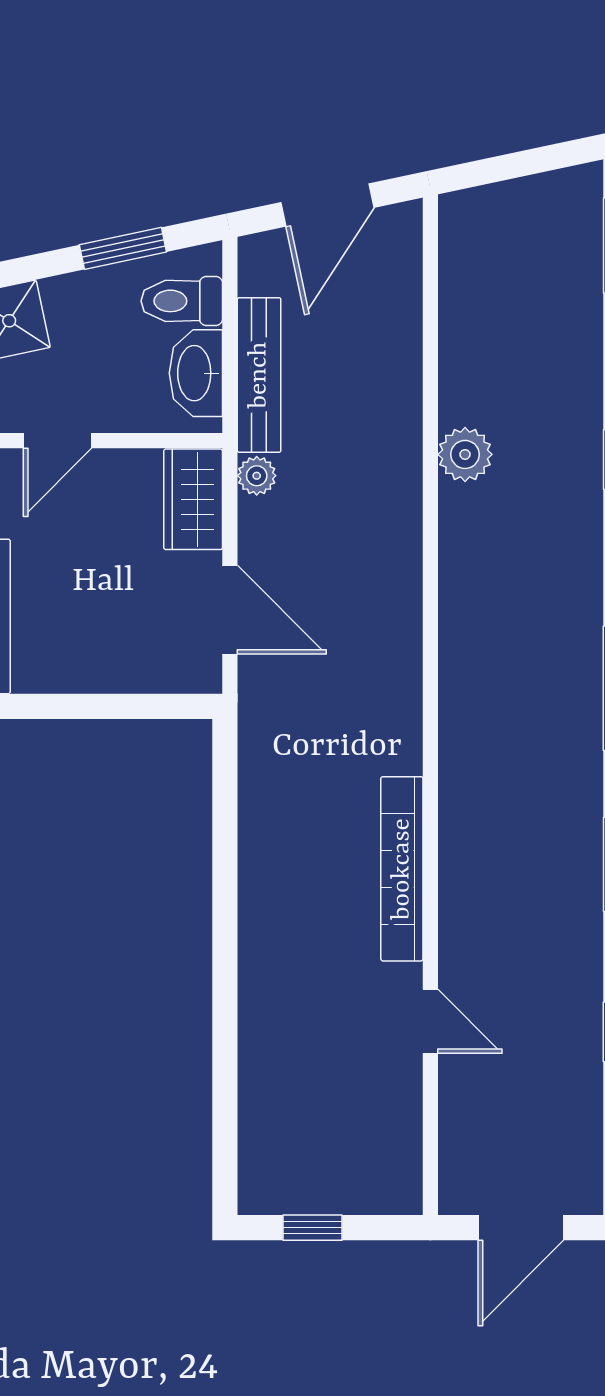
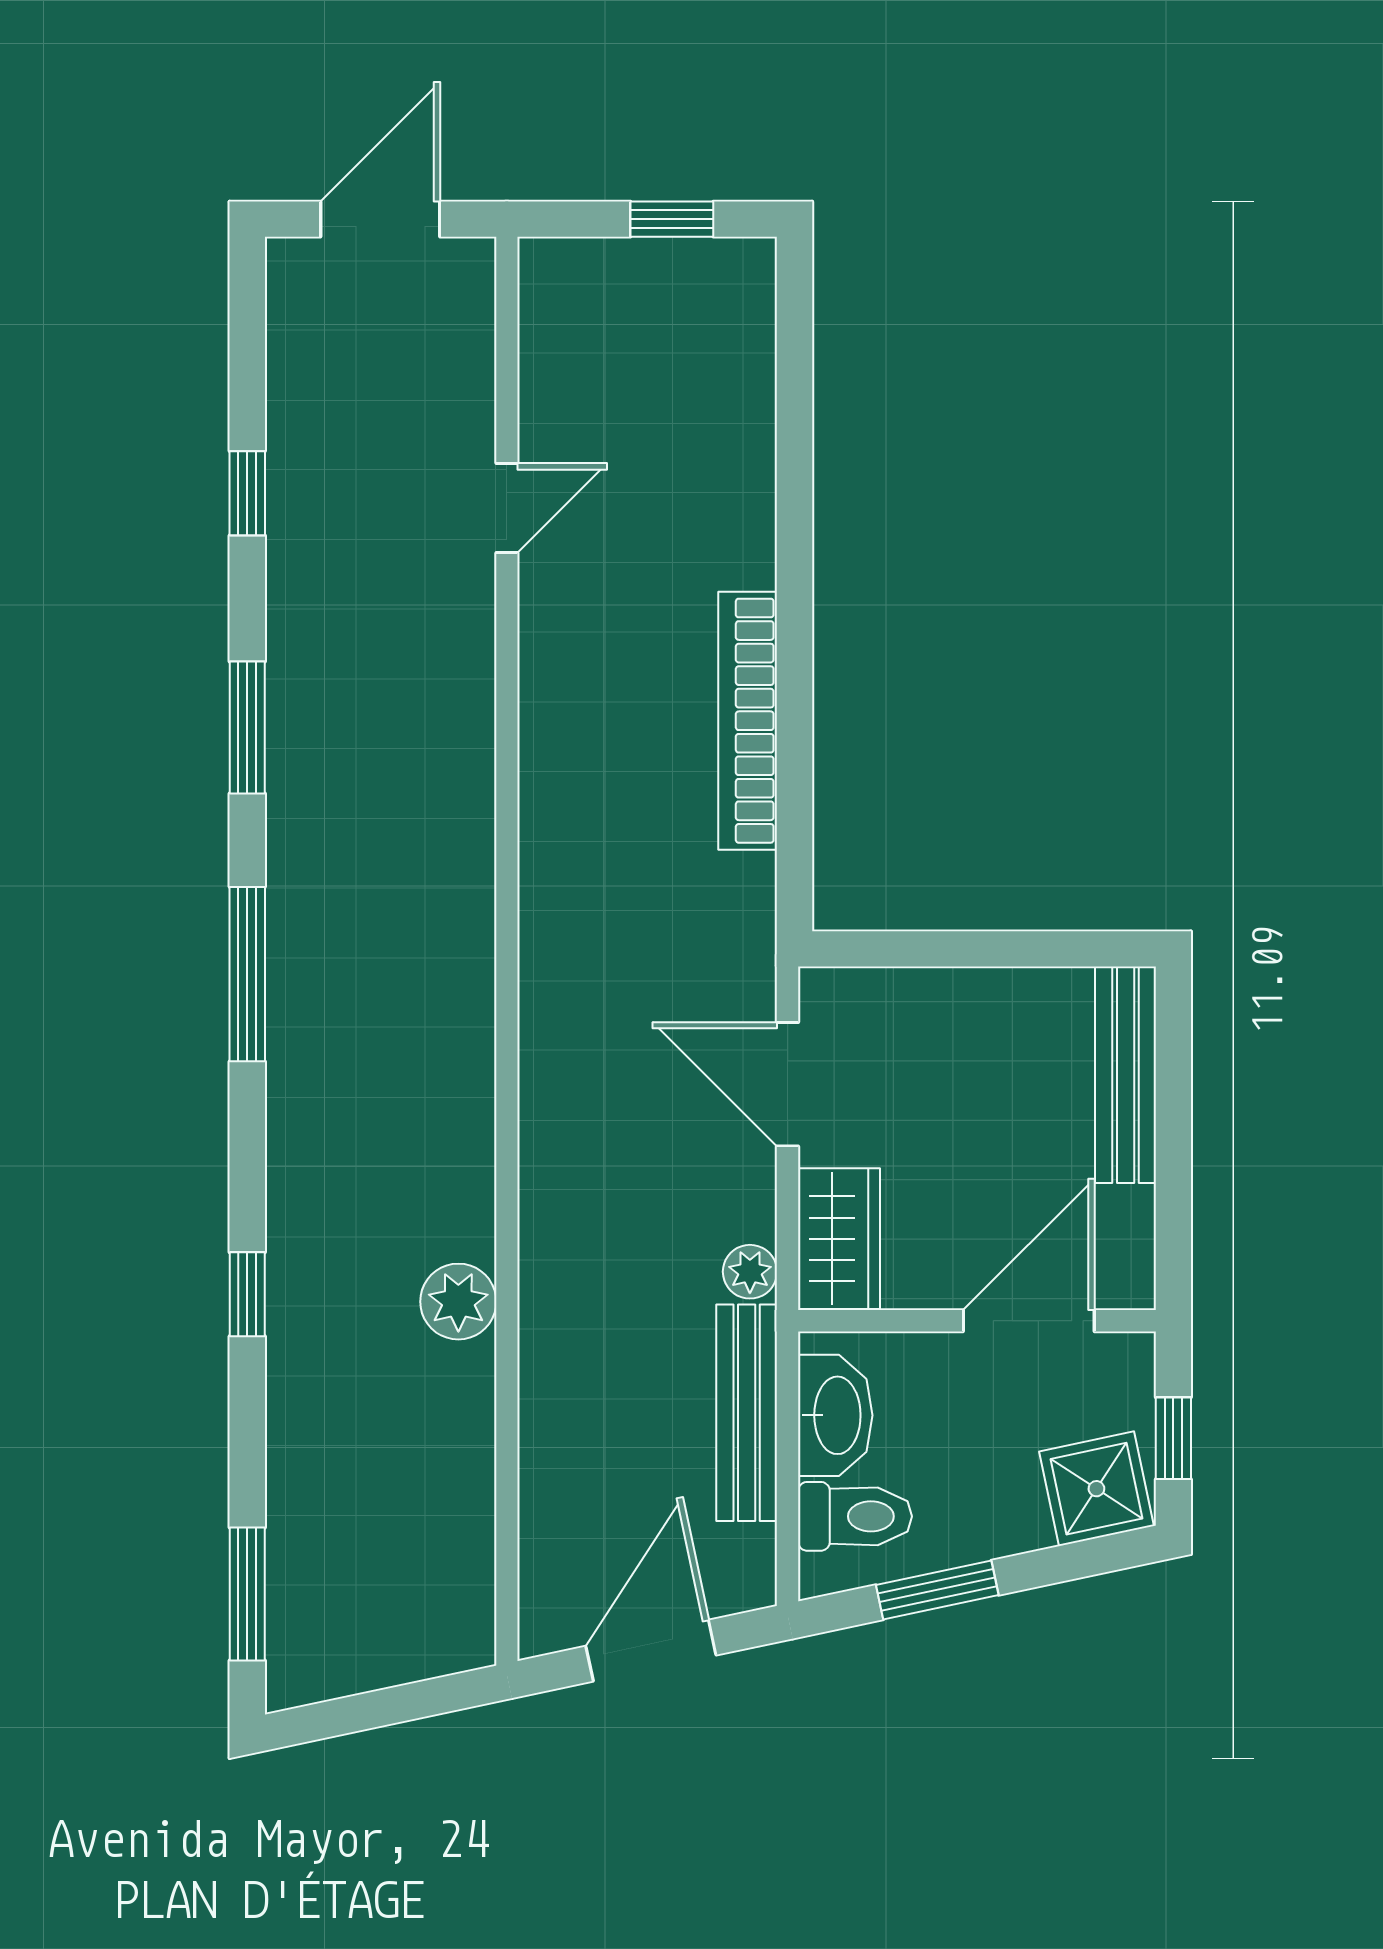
door: (58, 441) -> (1029, 1321), width x1.38
bookcase: (402, 869) -> (748, 721), moved, turned 180
door: (430, 1021) -> (507, 508), swing flipped

